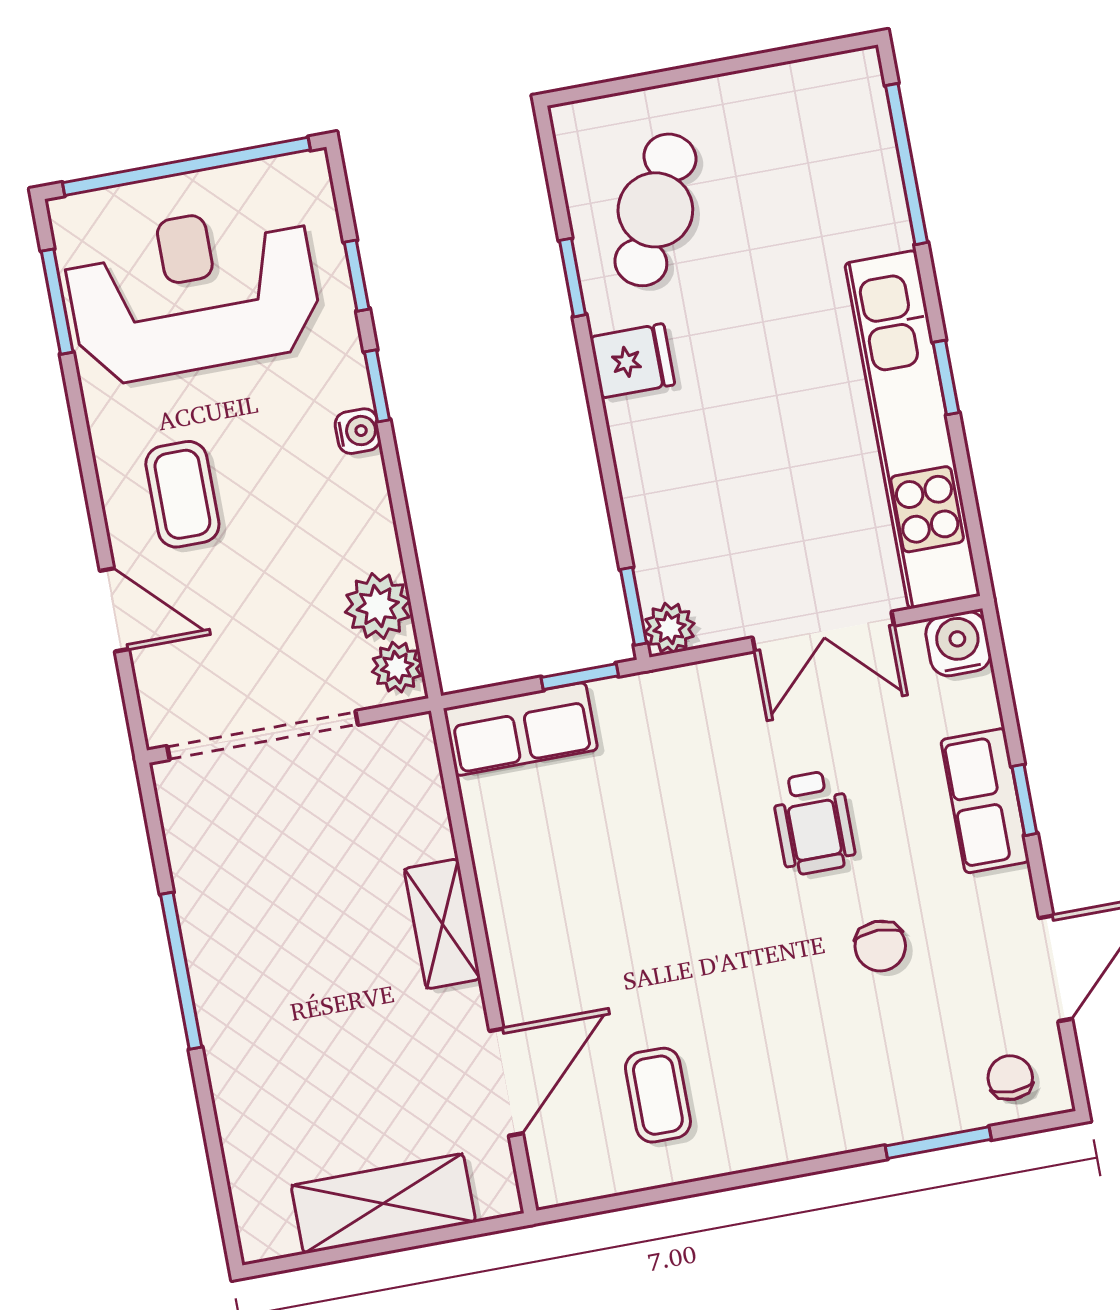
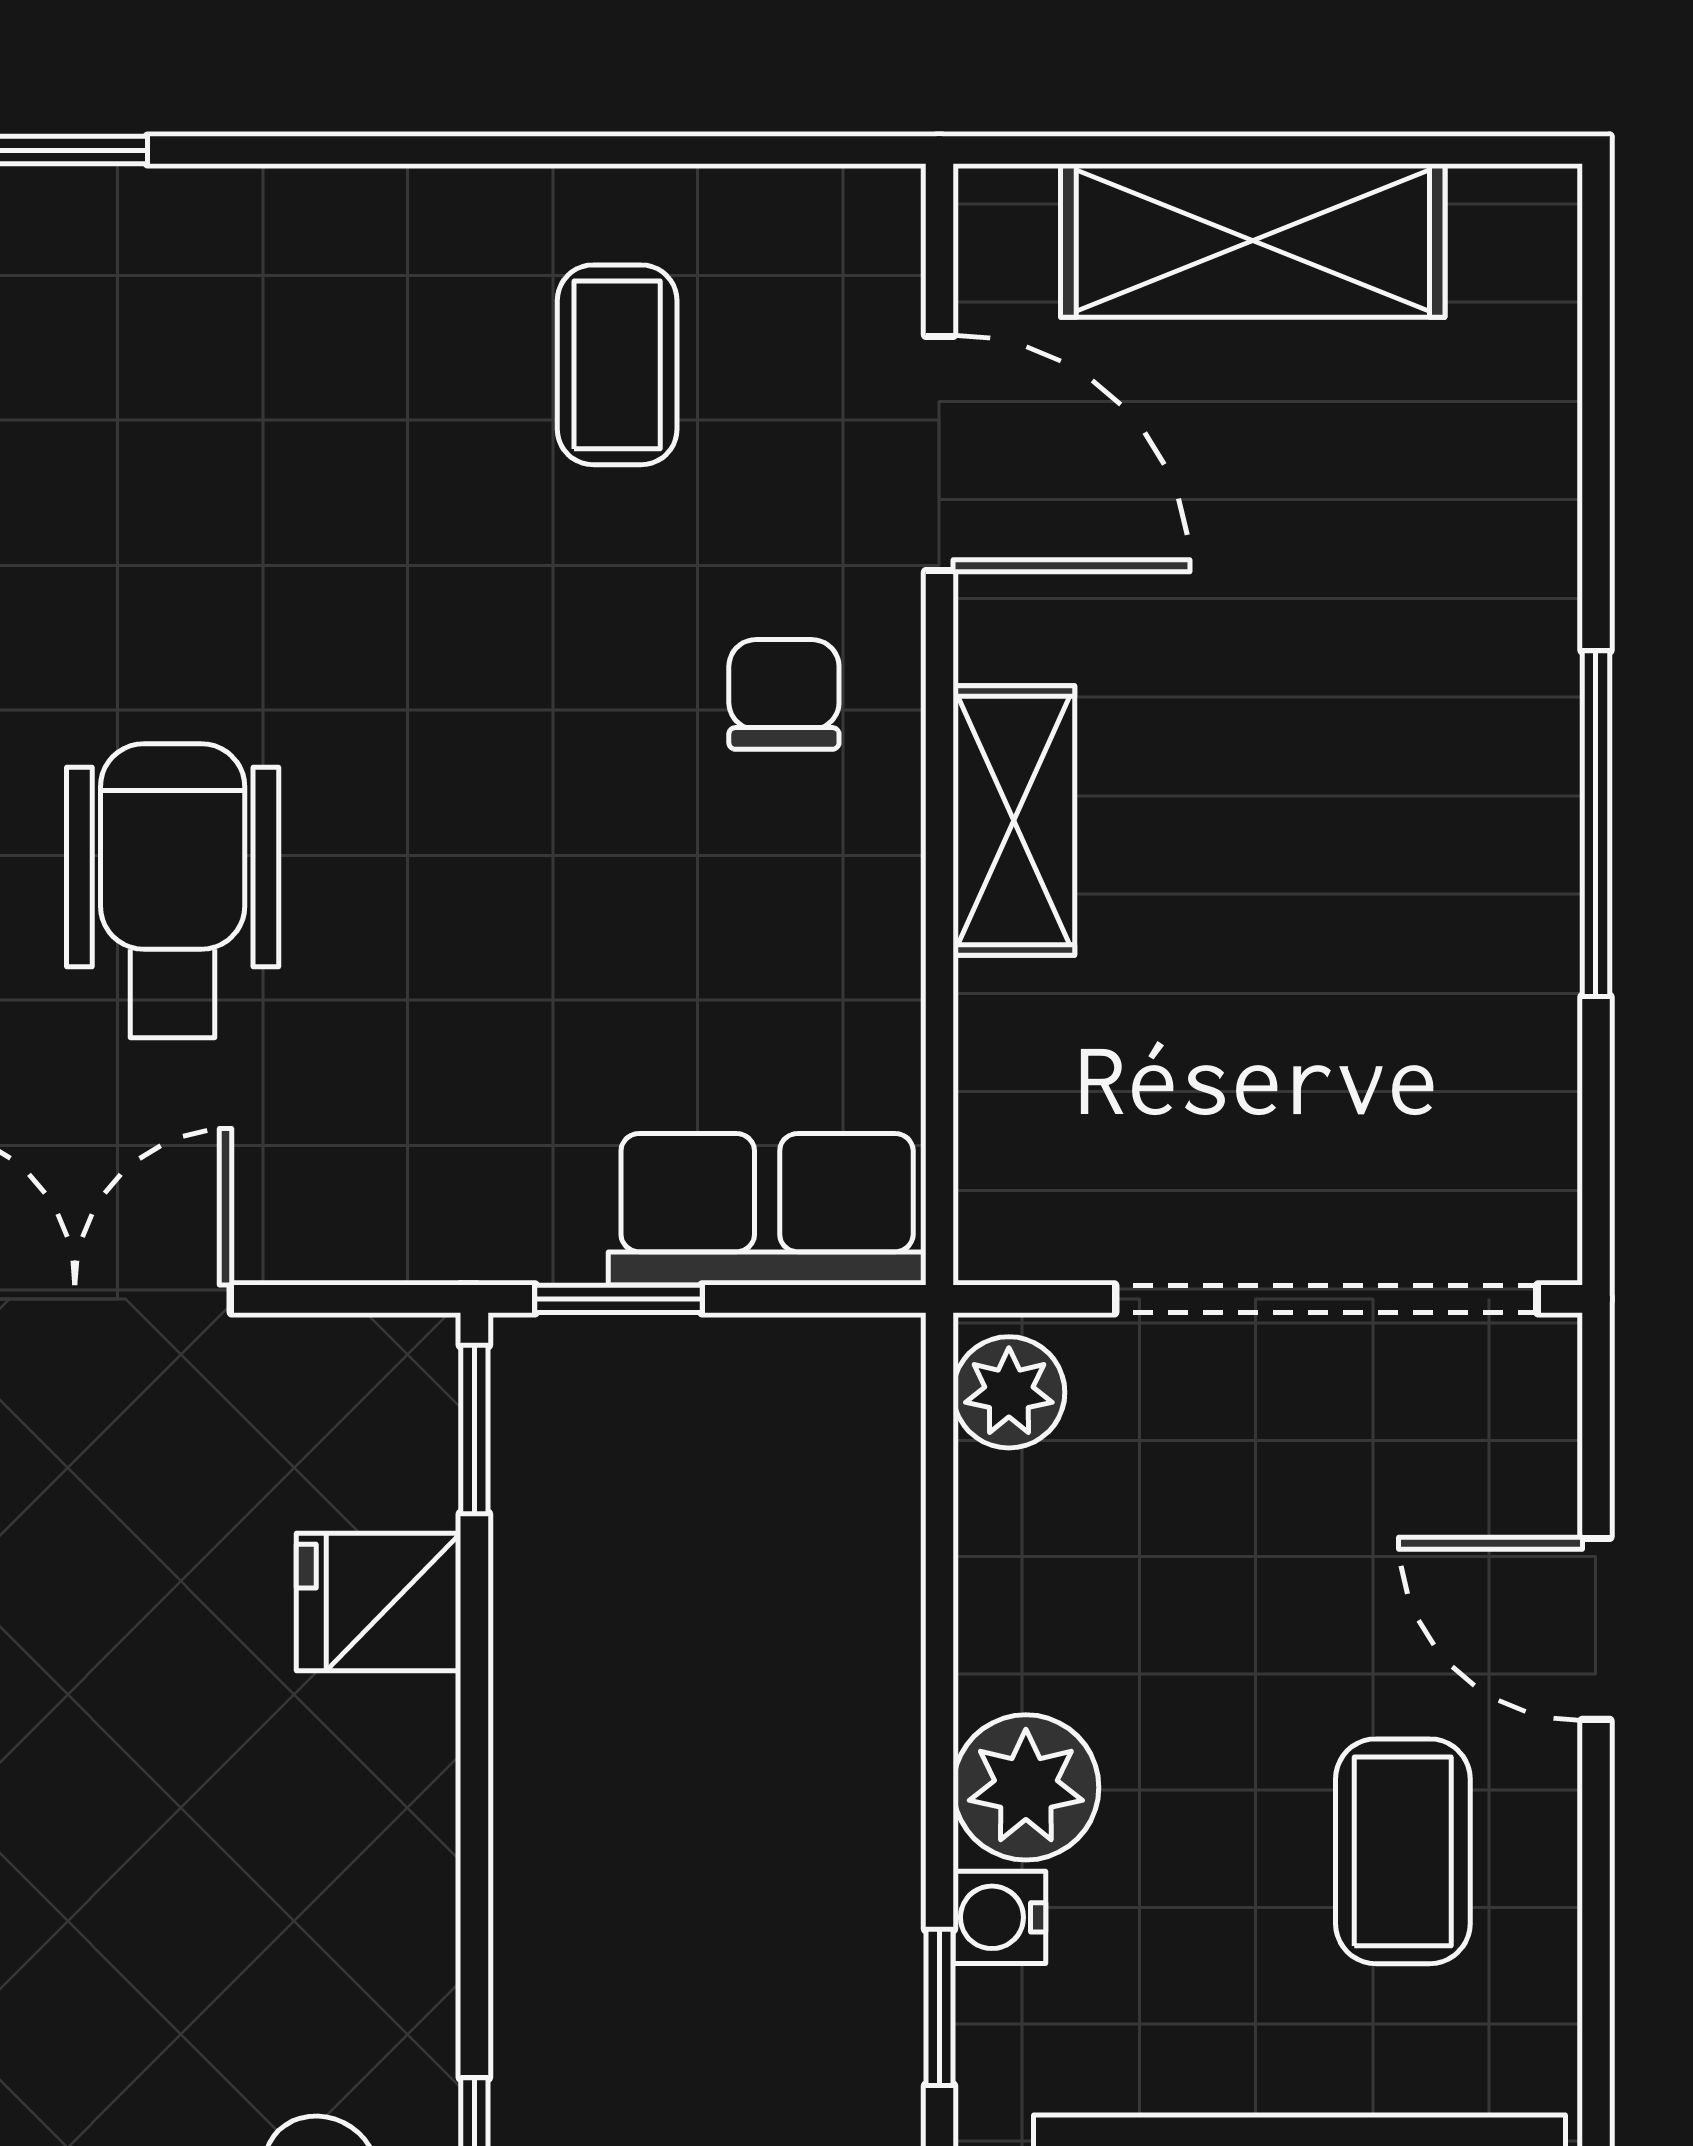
fridge: (632, 361) -> (379, 1602), moved
plant: (378, 606) -> (1026, 1787), moved
plant: (670, 628) -> (405, 1368), removed
wheelchair: (813, 823) -> (173, 891), width x1.36, depth x1.37
chair: (880, 946) -> (784, 694), moved
door: (506, 1082) -> (939, 453), swing flipped

